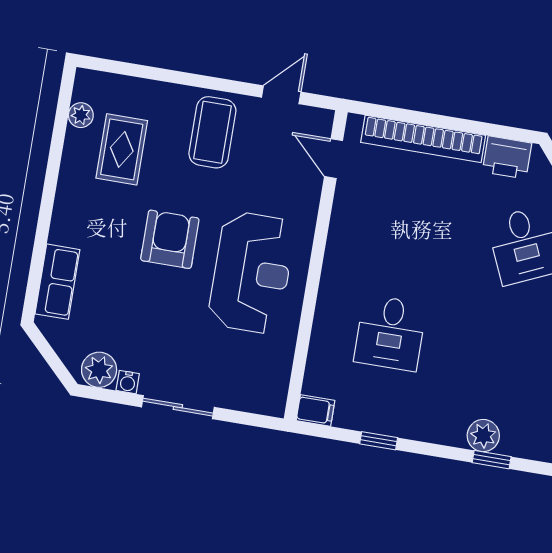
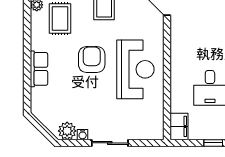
row of seats: (57, 282) -> (39, 69), moved
filing cabinet: (315, 410) -> (179, 126), width x2.00

